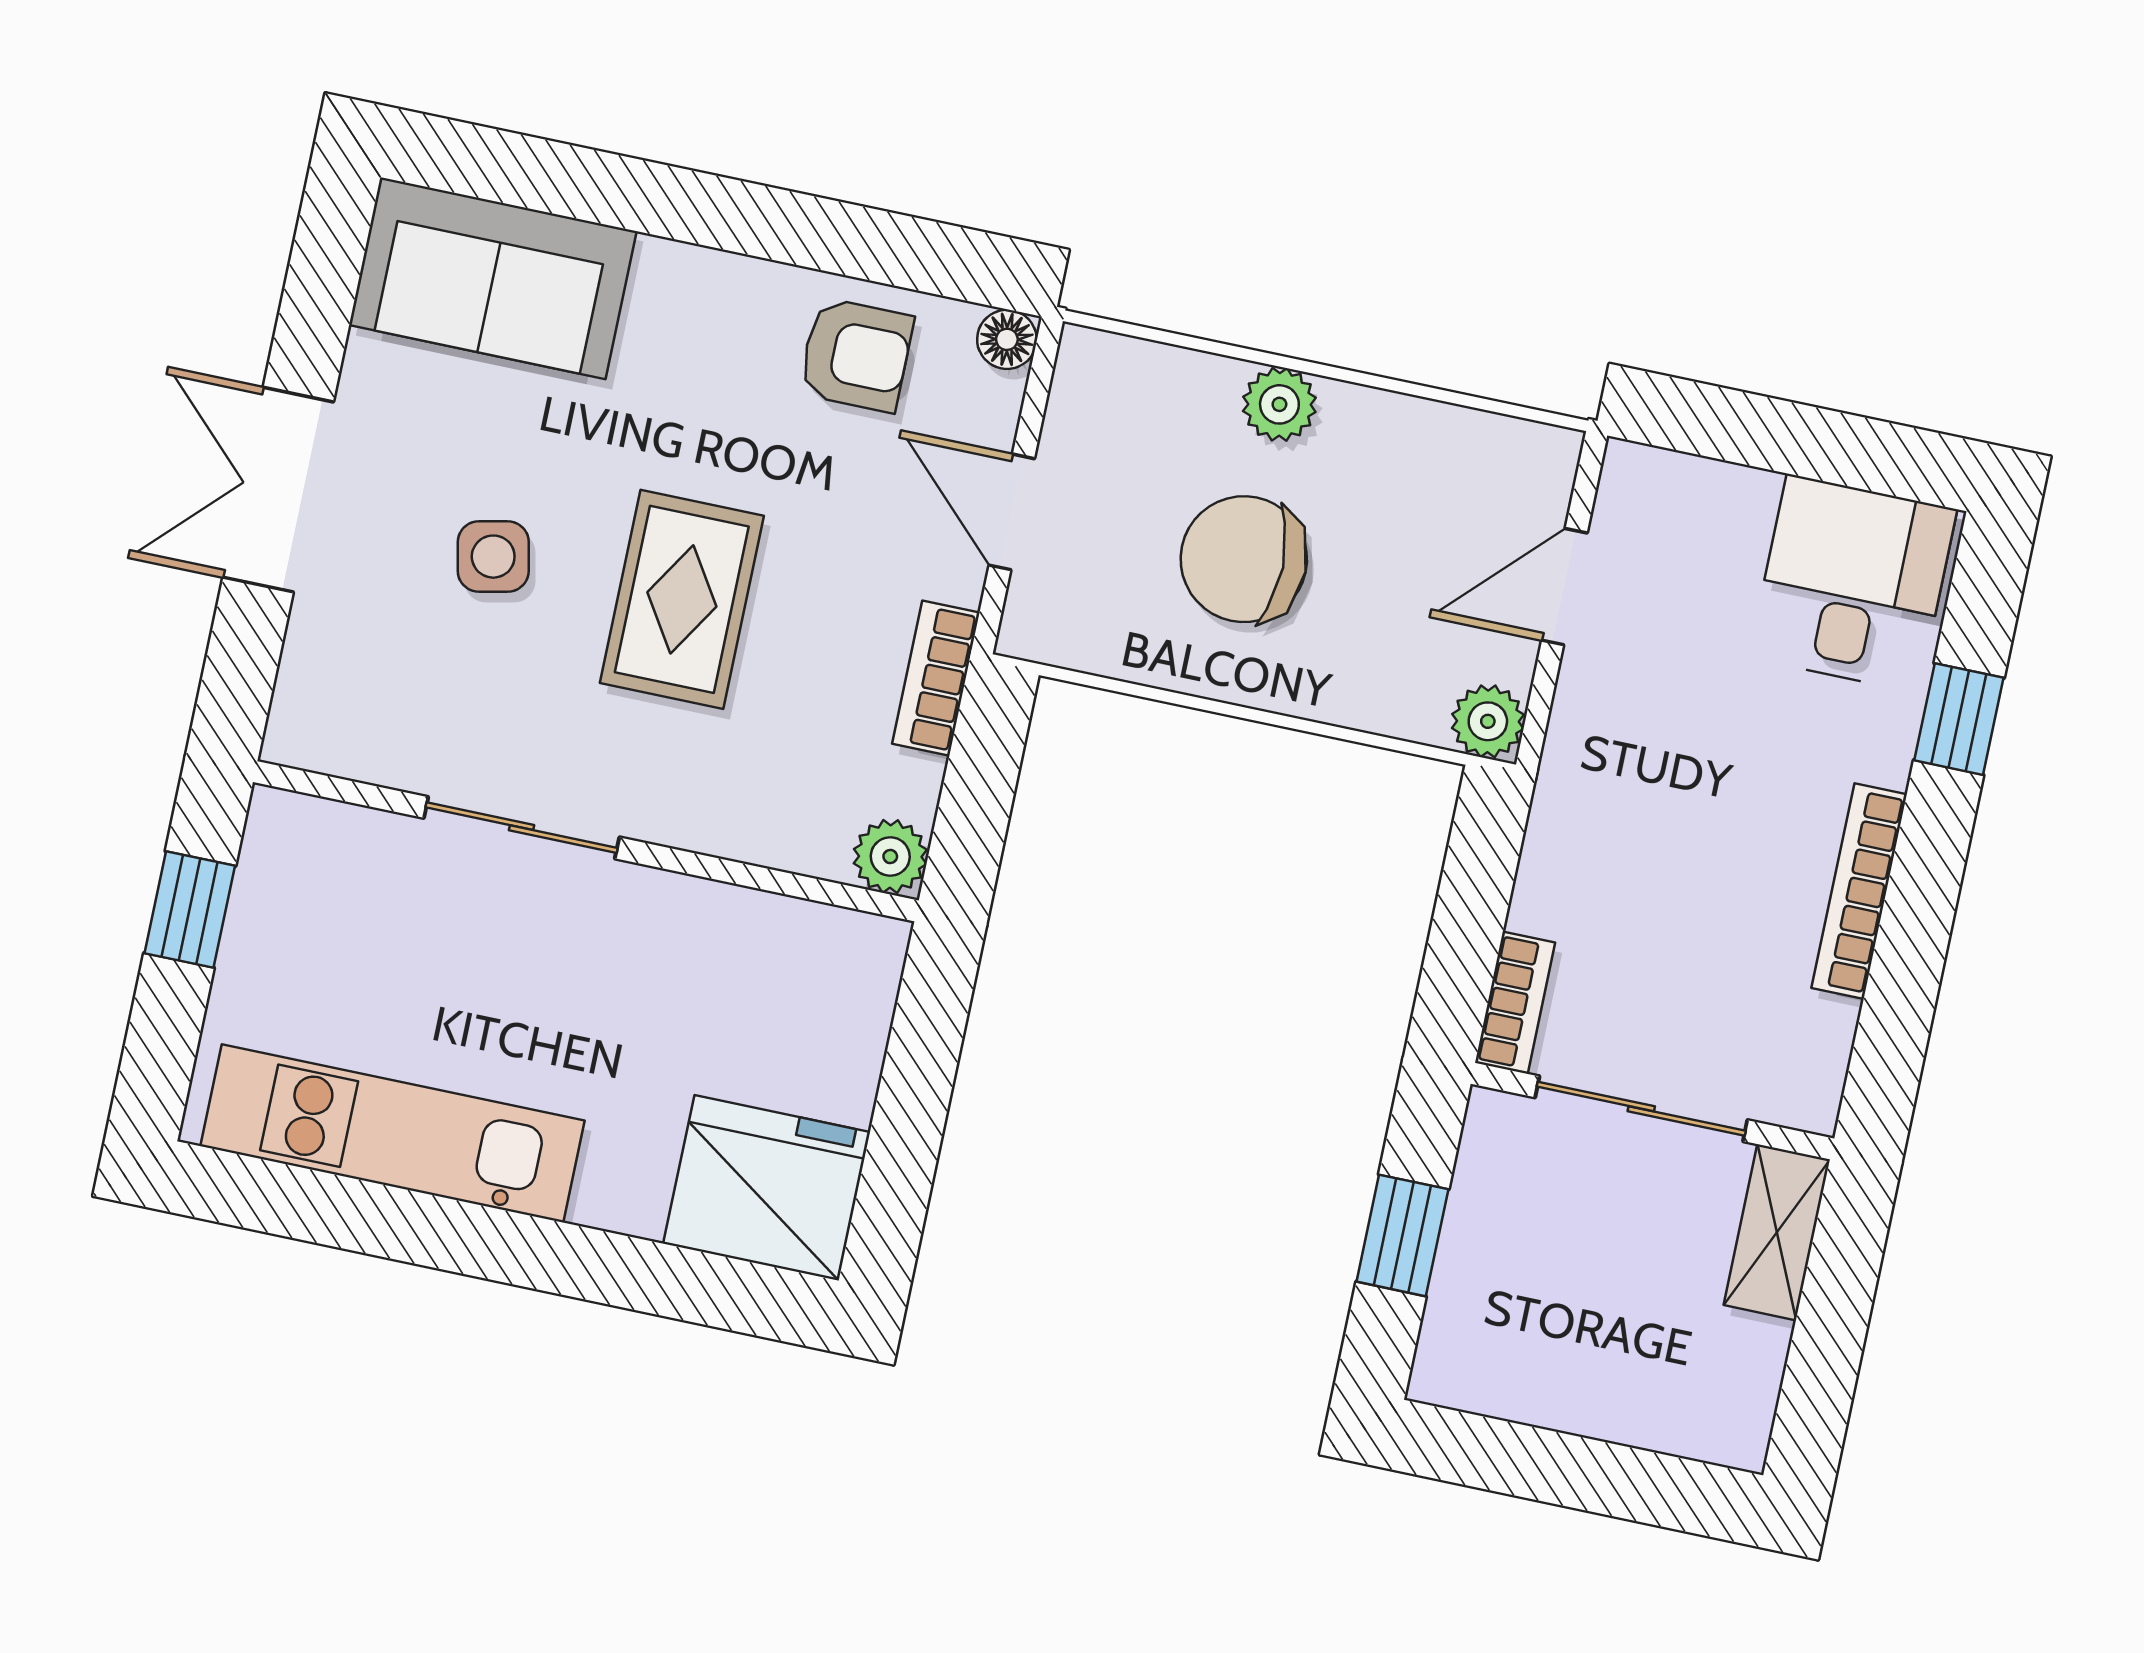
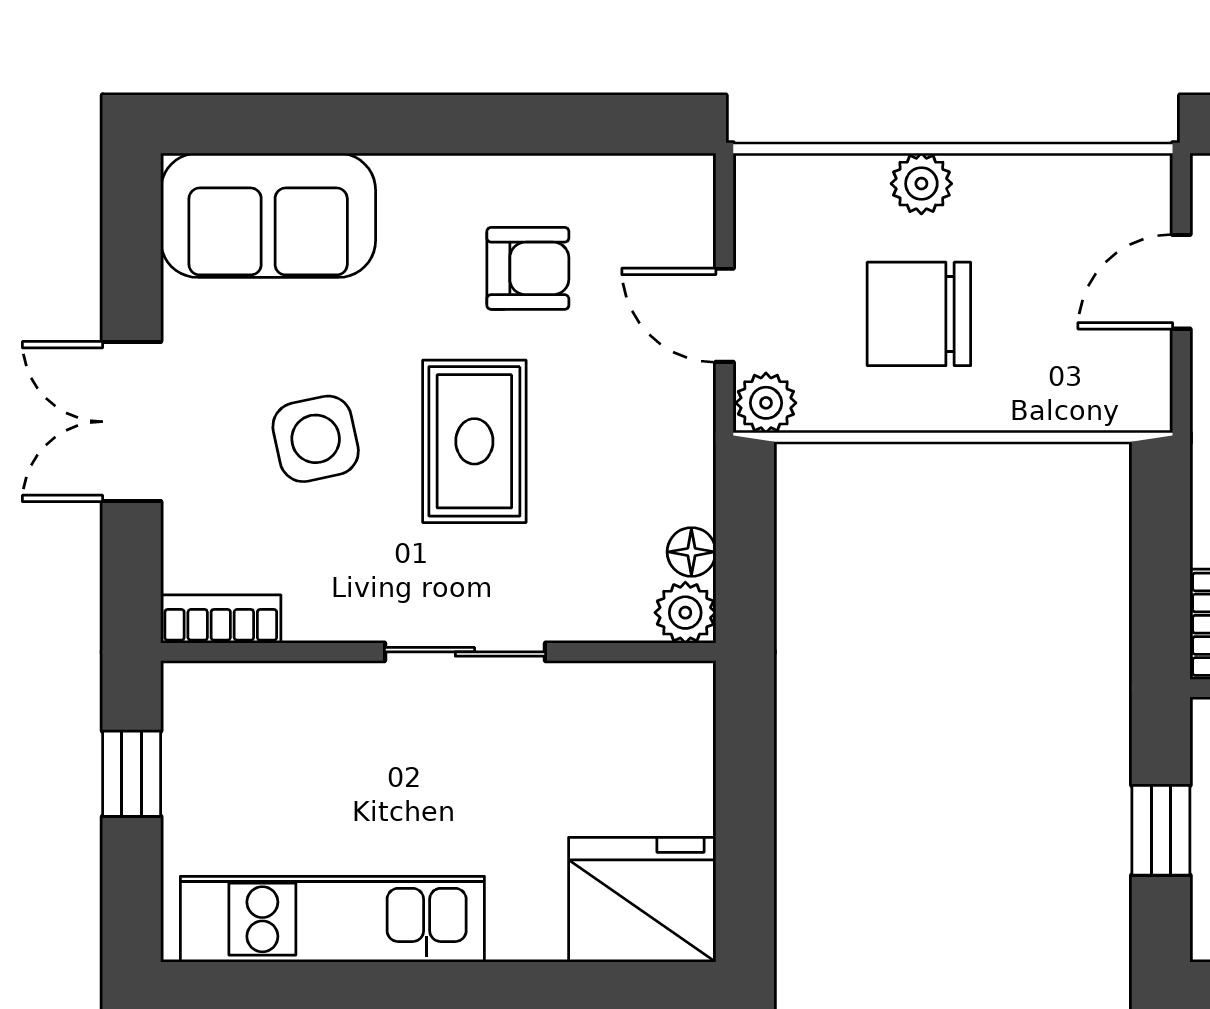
floor lamp: (1007, 339) -> (691, 552), moved
armchair: (856, 355) -> (528, 268), moved
side table: (493, 557) -> (316, 439), width x1.37, depth x1.37
bookcase: (936, 678) -> (221, 619), moved, turned 90
plant: (1488, 721) -> (766, 403), moved
sliding door: (522, 828) -> (465, 652), moved

